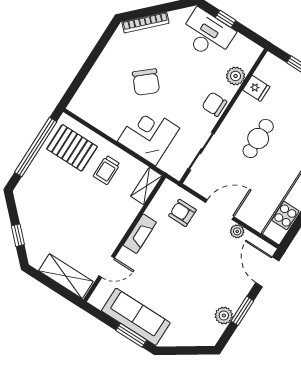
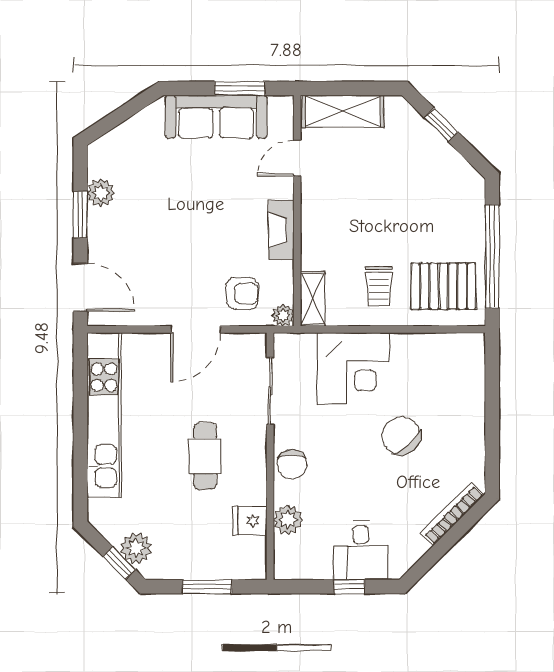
desk: (207, 34) -> (361, 551), width x0.73
chair: (214, 104) -> (292, 464), turned 90
trolley: (107, 170) -> (379, 286), turned 180
plant: (237, 231) -> (283, 315), moved
window: (131, 335) -> (240, 88), moved

